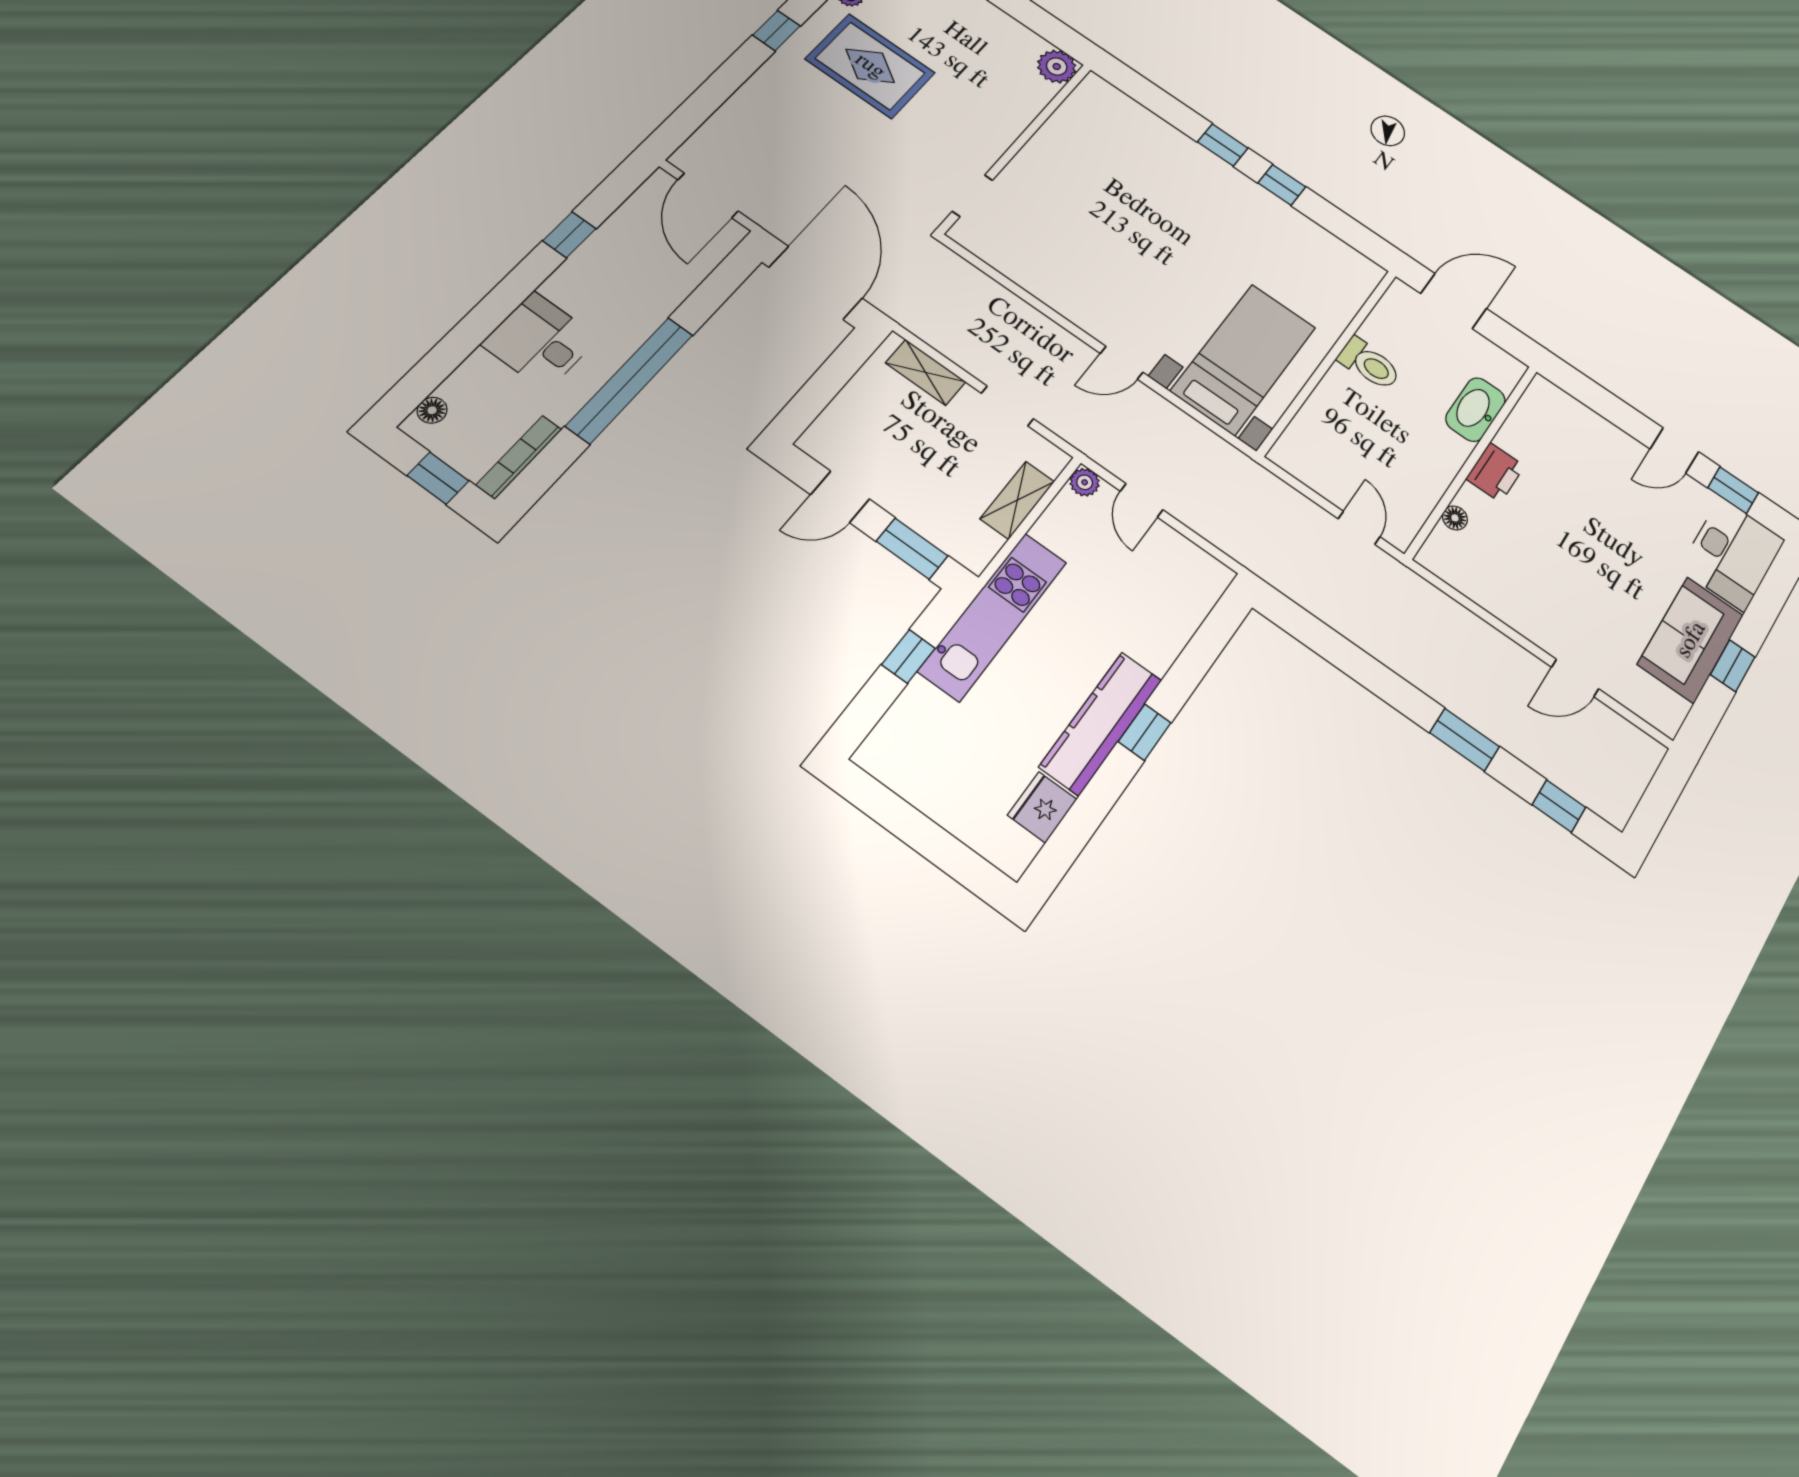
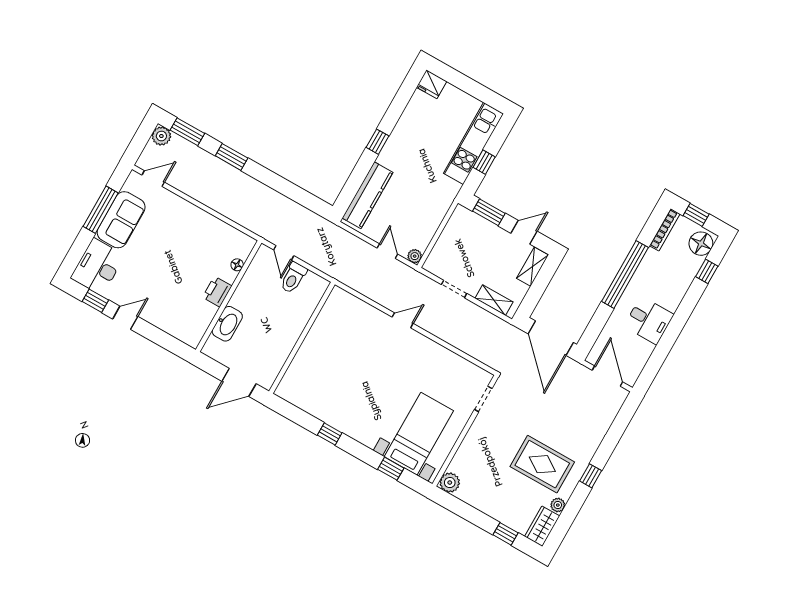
window: (1223, 145) -> (391, 469), moved
window: (569, 235) -> (707, 271), moved
desk: (540, 341) -> (649, 320), moved
bed with nightstands: (1243, 359) -> (419, 434), moved, turned 180
toilet: (1369, 364) -> (293, 278), moved, turned -90
floor lamp: (432, 410) -> (701, 244), width x1.89, depth x1.89
shelving: (1017, 500) -> (533, 267), moved
kitchen unit: (993, 616) -> (473, 143), moved
window: (1733, 666) -> (101, 210), width x2.17
door: (1575, 678) -> (153, 179), moved
kitchen counter: (1101, 723) -> (368, 195), moved
plant: (1614, 804) -> (161, 136), added
window: (1559, 806) -> (187, 132), width x1.50
fridge: (1042, 807) -> (432, 84), moved, turned 90

